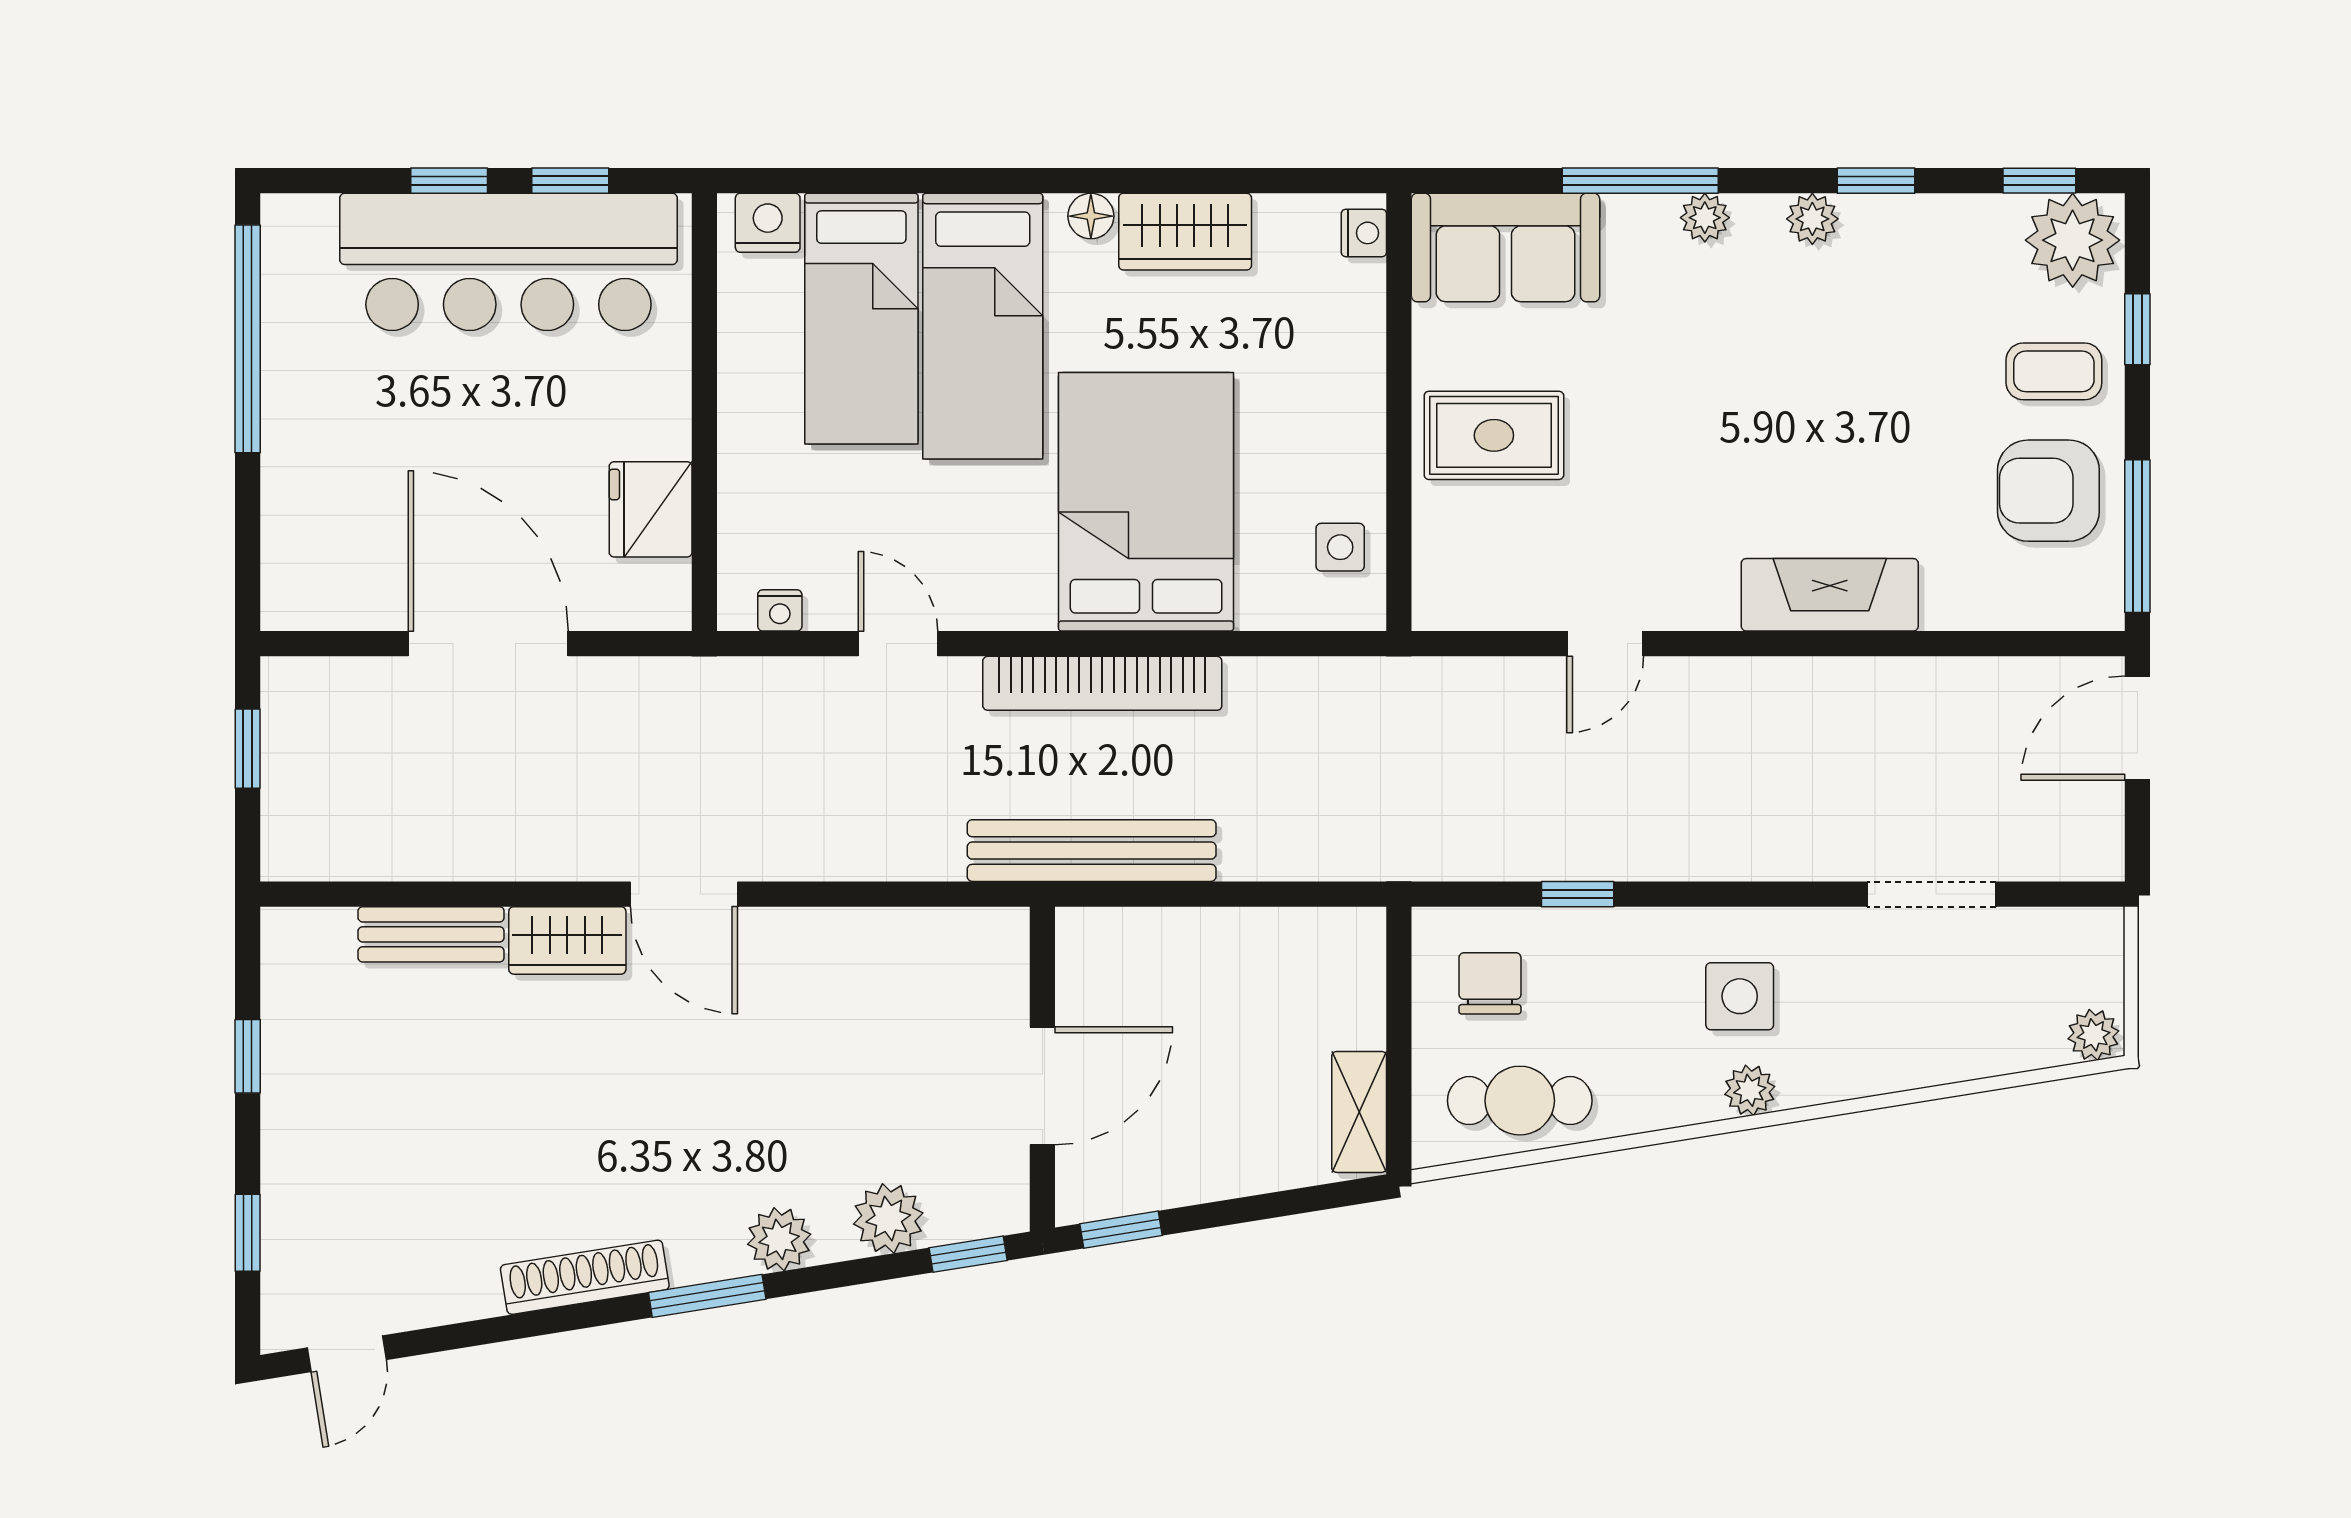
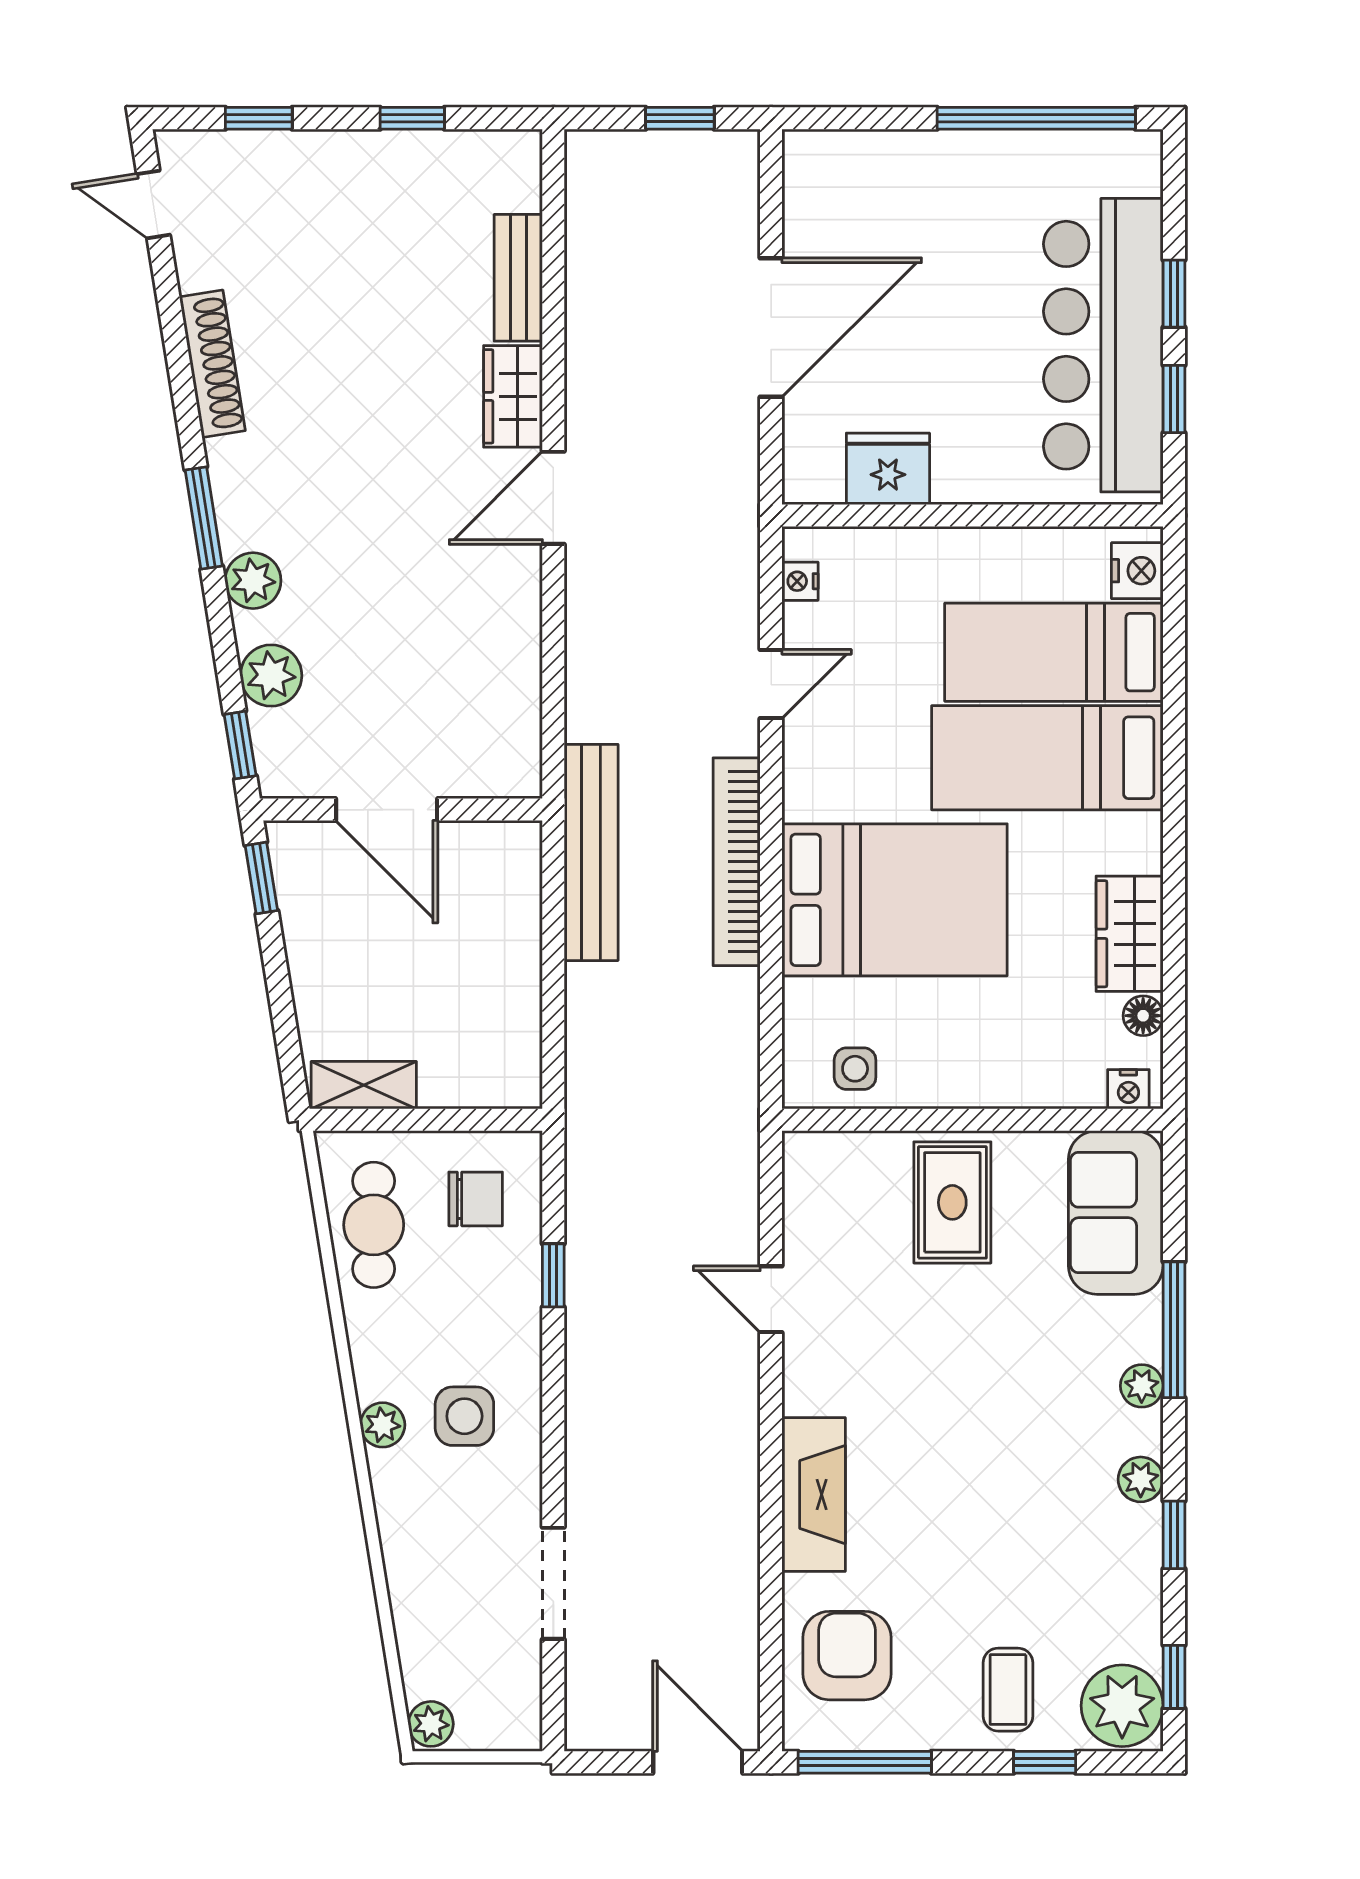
floor lamp: (1091, 216) -> (1143, 1016), moved
armchair: (2048, 491) -> (847, 1656), moved
shoe rack: (585, 1277) -> (212, 364), moved

